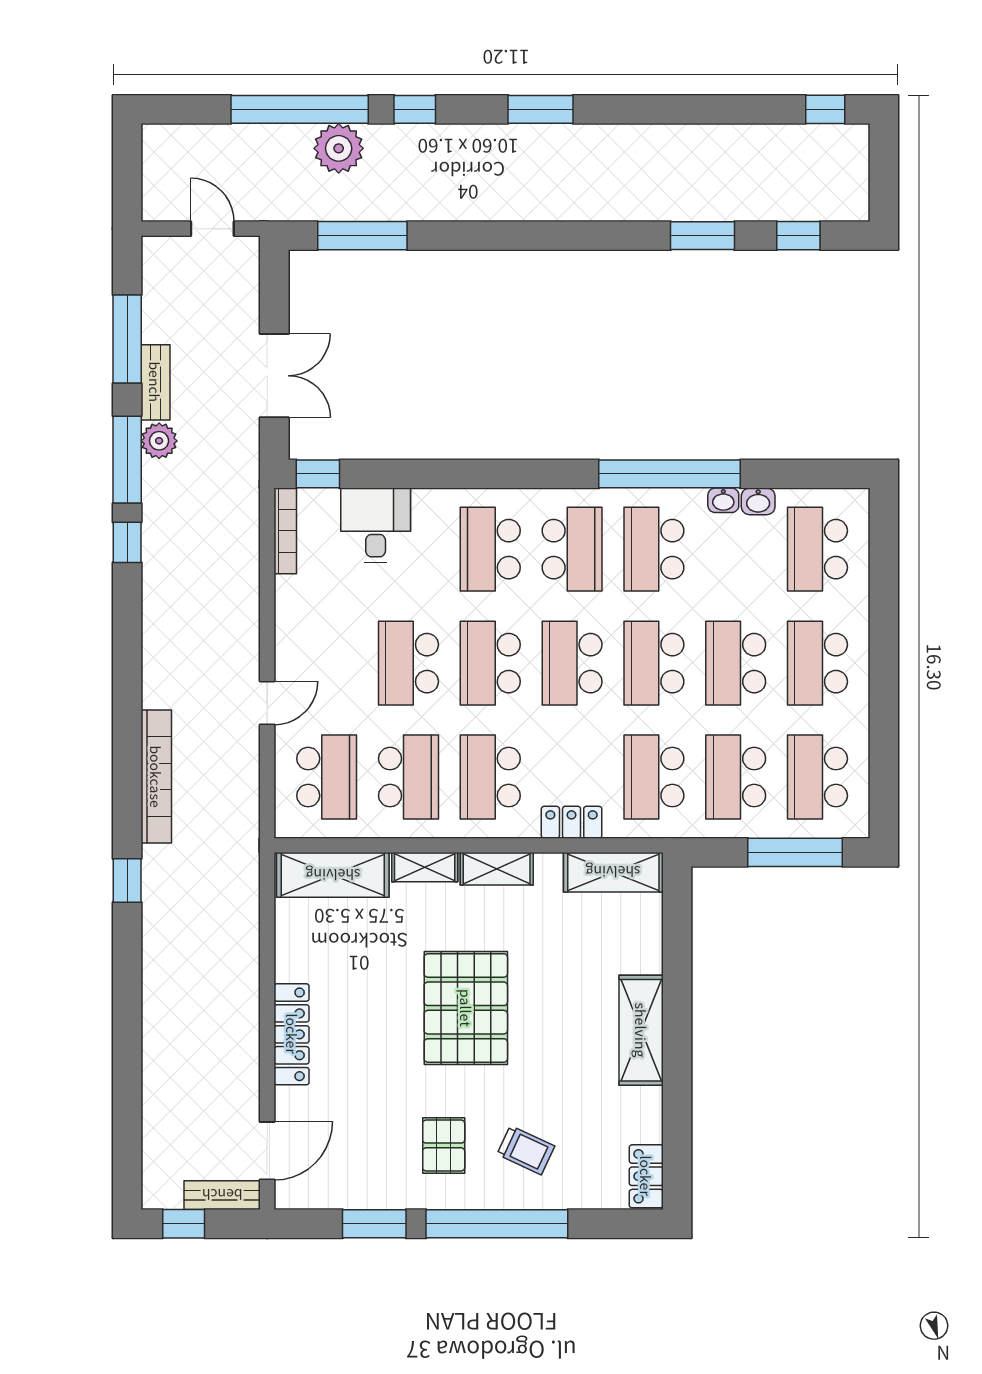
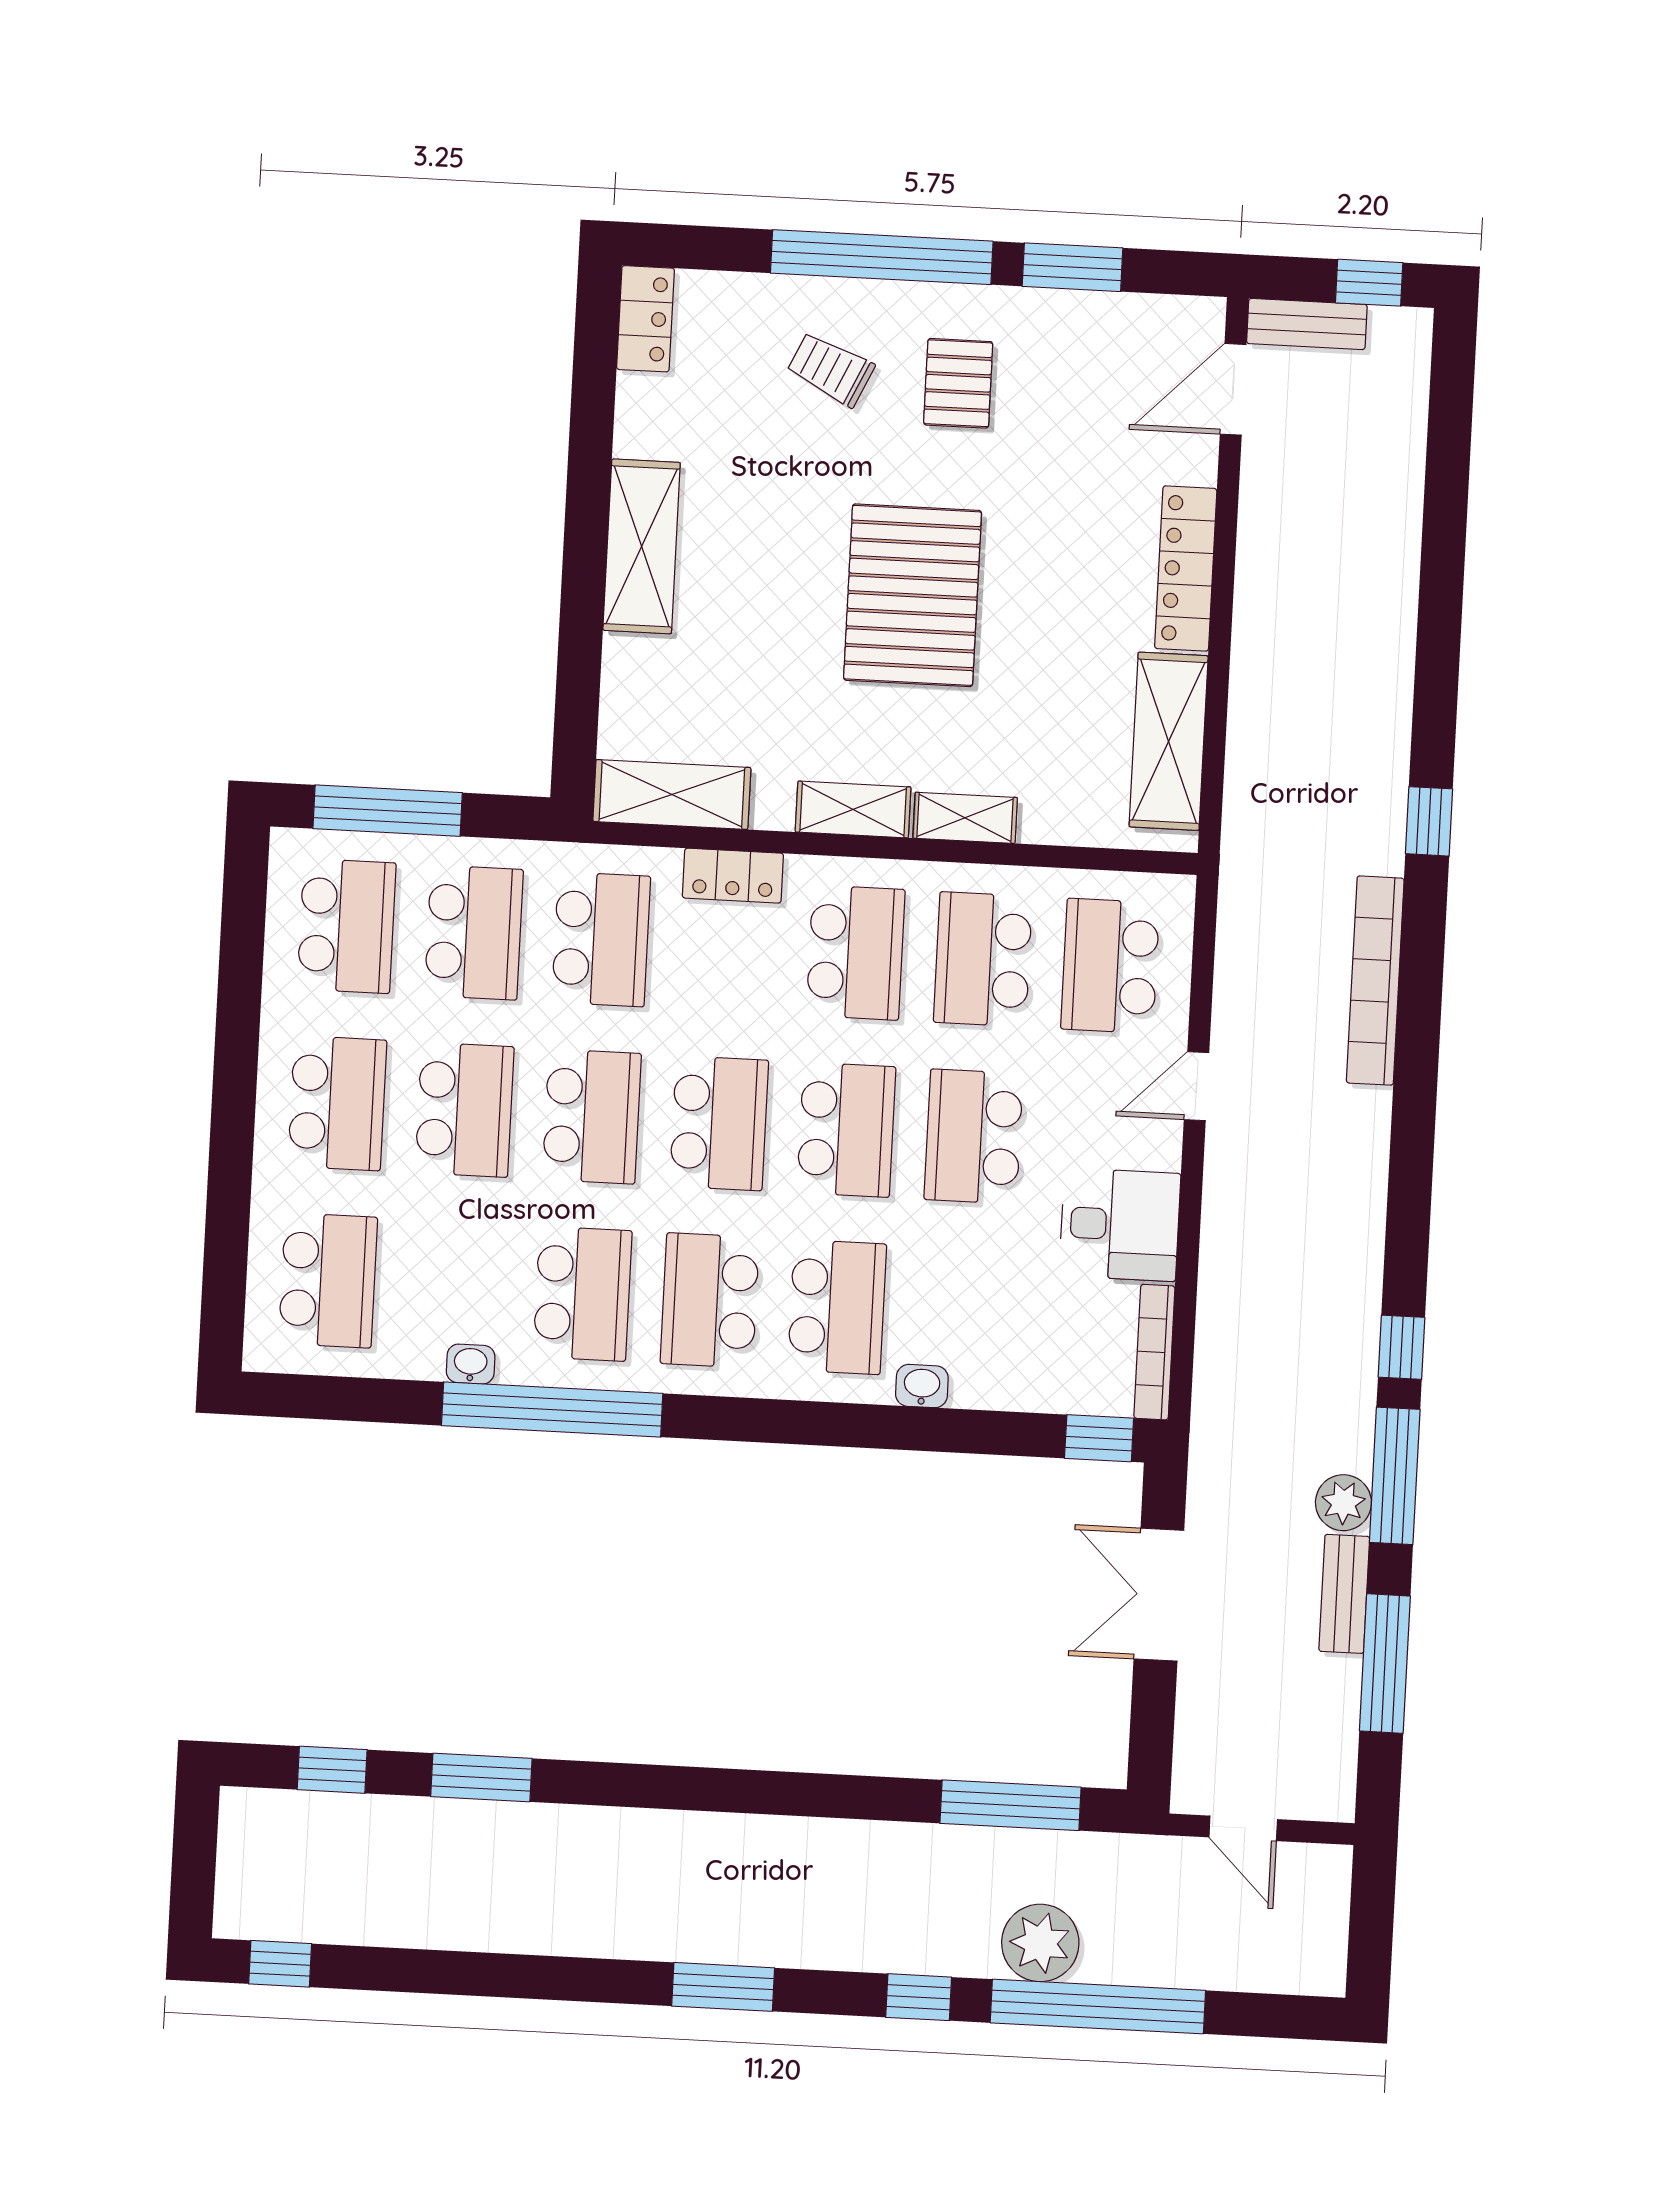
washbasin: (758, 501) -> (922, 1386), moved
desk: (376, 525) -> (1120, 1225), moved, turned -90
school desk: (408, 663) -> (974, 1136), turned 180
shelving: (333, 875) -> (1169, 741), moved, turned 90

